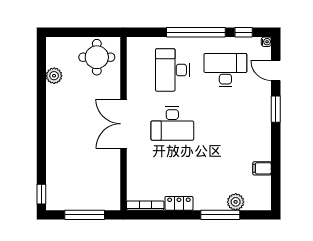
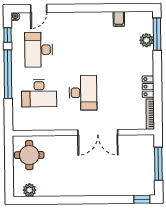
plant: (54, 76) -> (29, 190), moved
window: (276, 109) -> (70, 8), removed
double door: (124, 124) -> (98, 132), moved
window: (220, 215) -> (157, 34), moved

